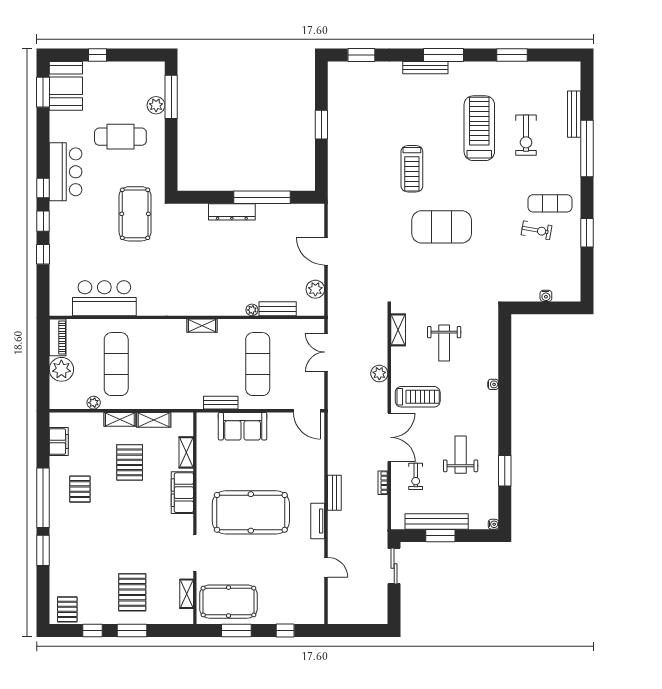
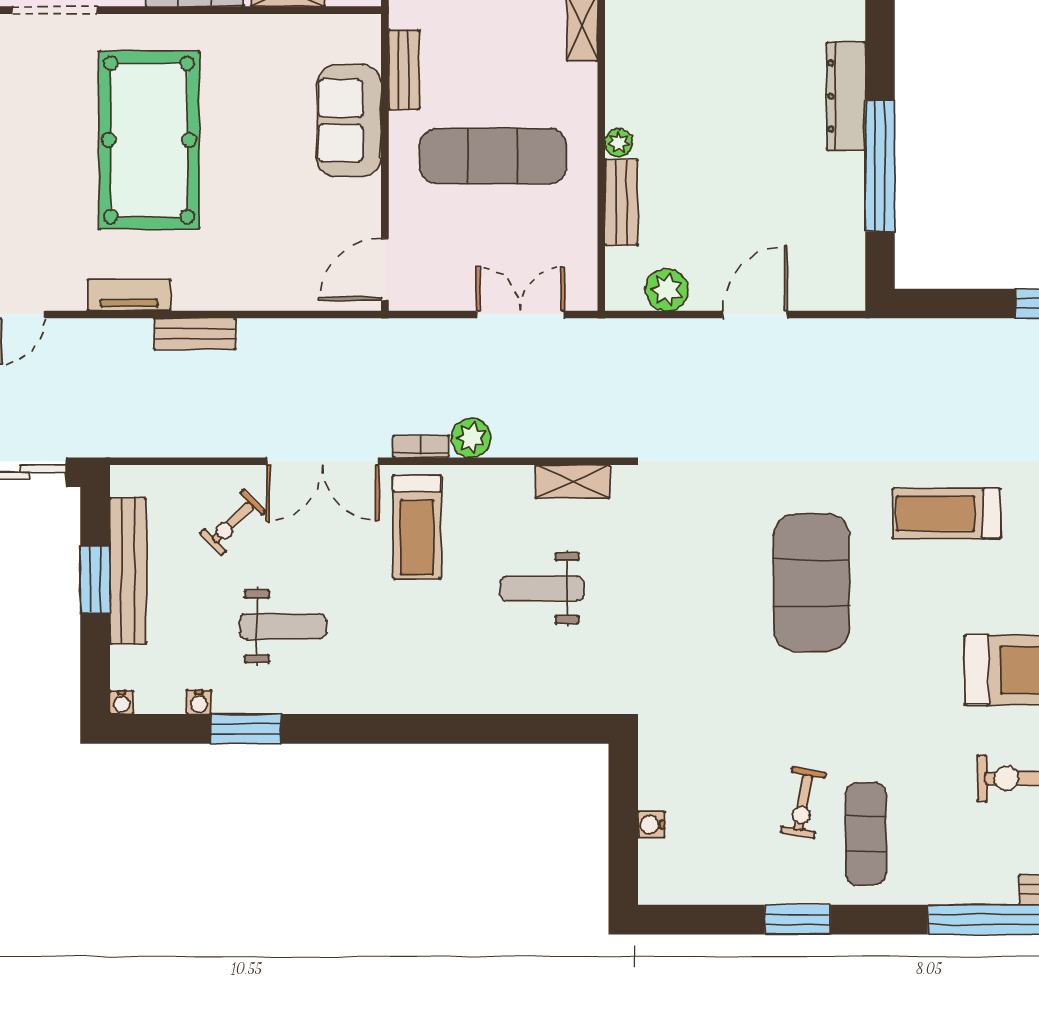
water cooler: (493, 384) -> (199, 702), moved
exercise bike: (416, 476) -> (233, 522), turned -45
bookcase: (383, 483) -> (421, 446), moved

